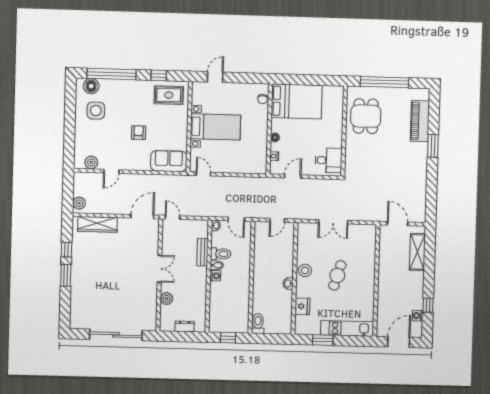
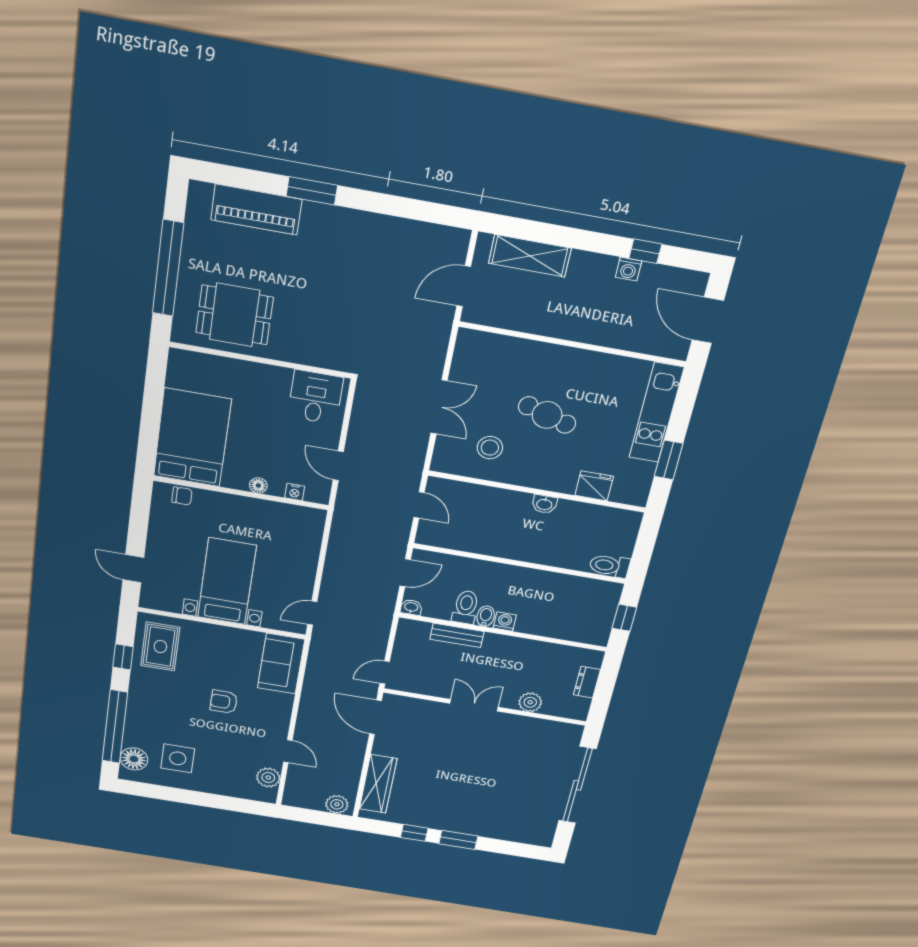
stool: (305, 270) -> (490, 448), moved
washing machine: (418, 316) -> (629, 269), moved

